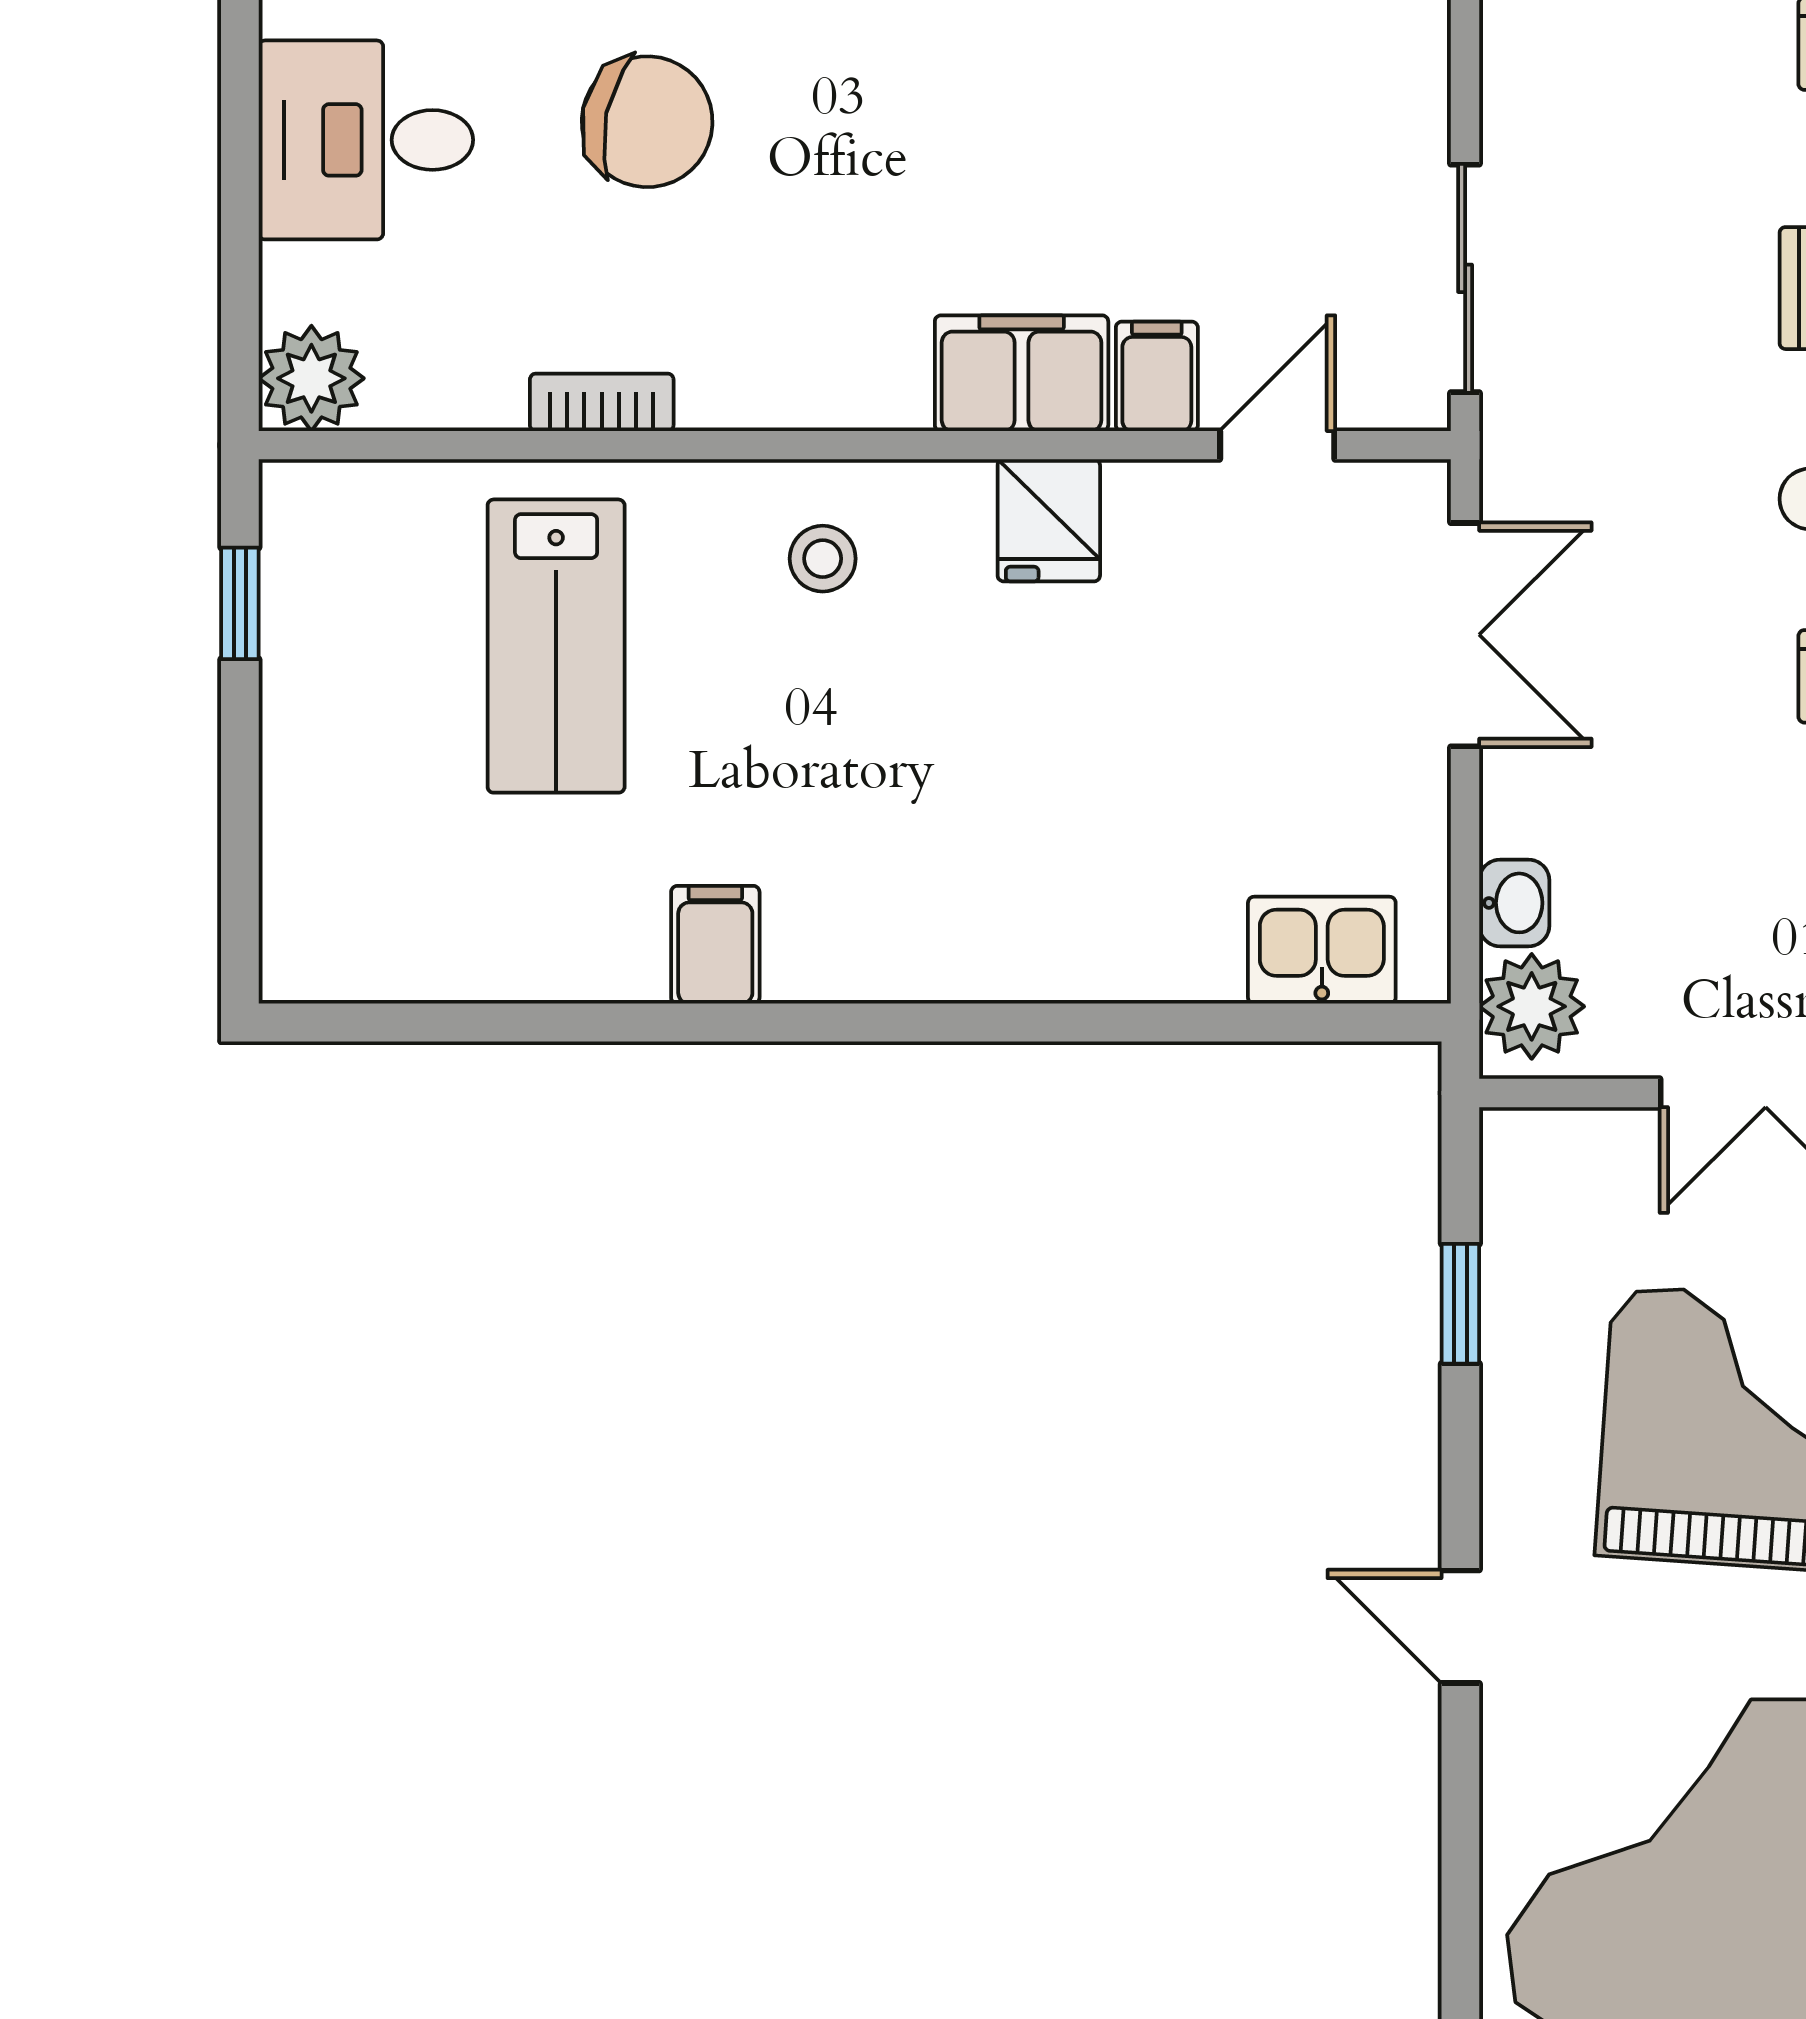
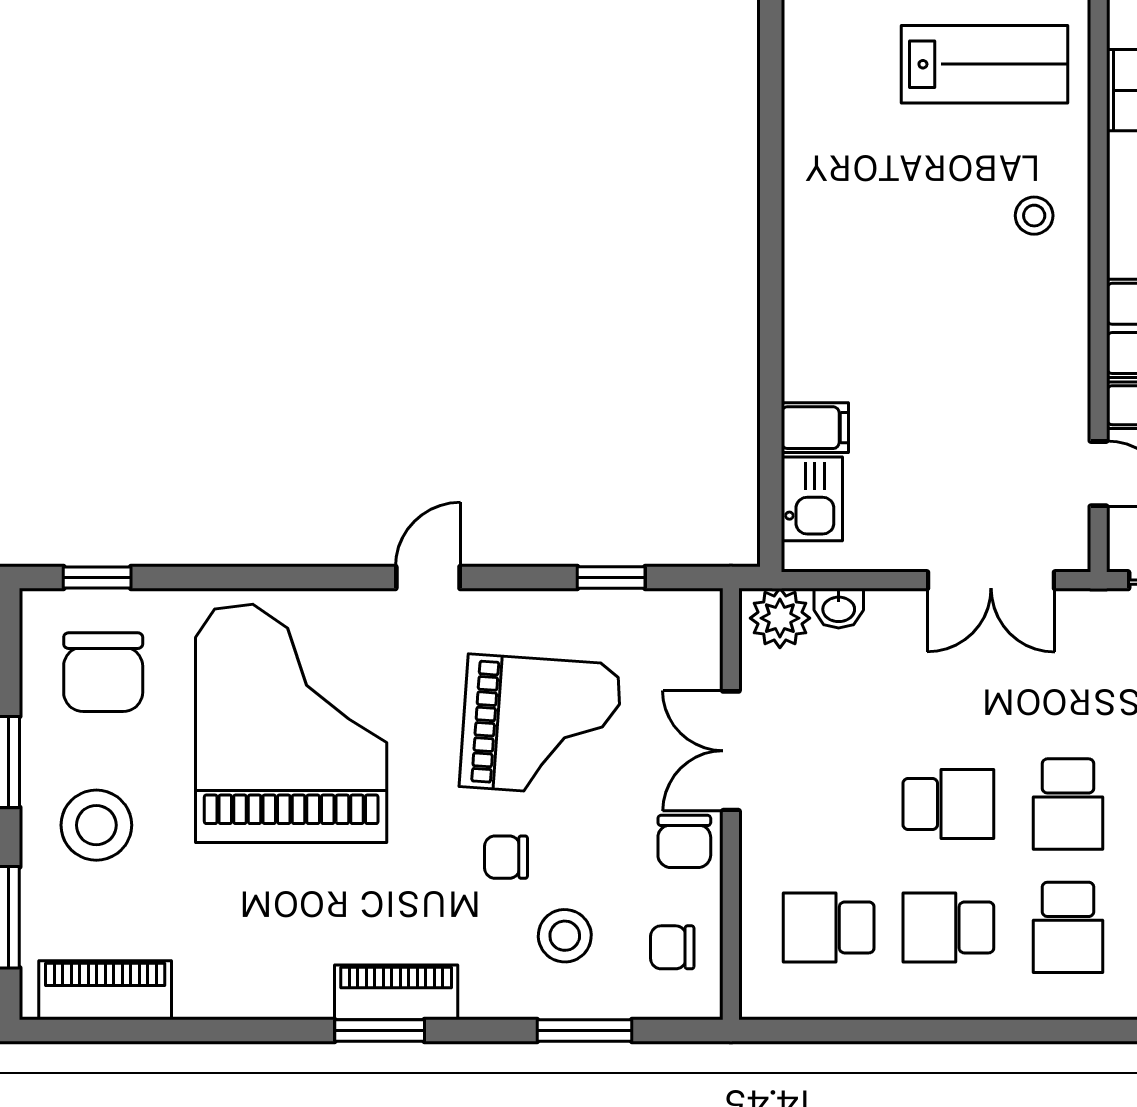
fridge: (1049, 520) -> (1056, 344), removed
lab bench: (556, 646) -> (985, 64), turned 180
filing cabinet: (715, 945) -> (815, 428), moved

